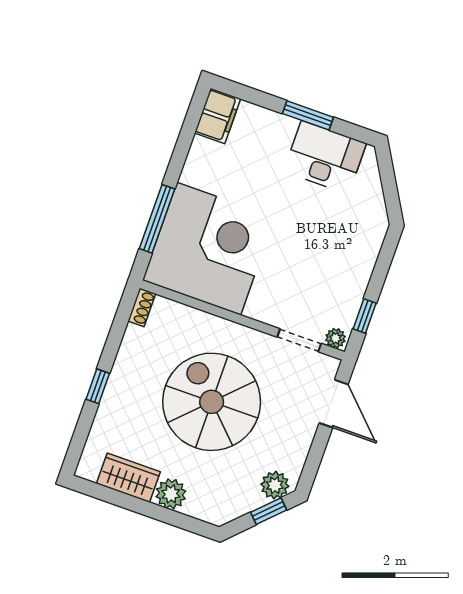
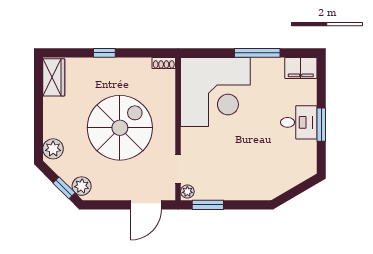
desk: (325, 157) -> (299, 122), moved, width x0.73
window: (157, 219) -> (257, 53), moved
window: (365, 316) -> (208, 205), width x1.50
wardrobe: (128, 478) -> (54, 77), moved
plant: (171, 494) -> (53, 149), moved

